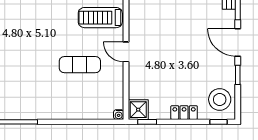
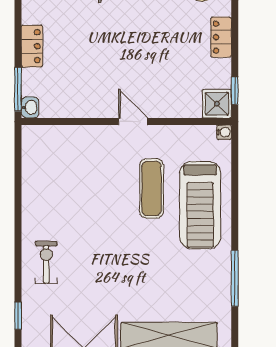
treadmill: (100, 18) -> (200, 205), moved, width x1.37, depth x1.38
door: (126, 52) -> (133, 122), swing flipped

